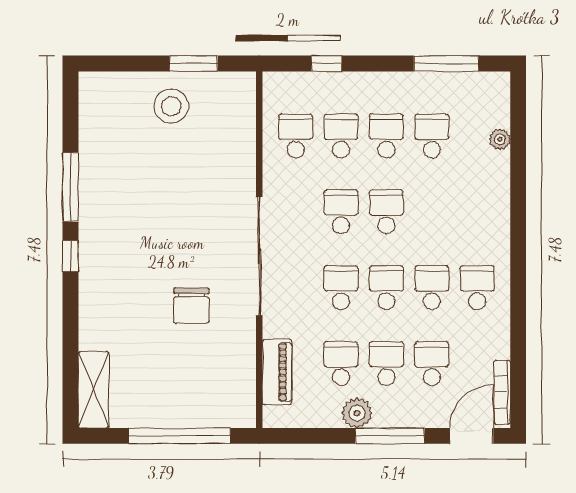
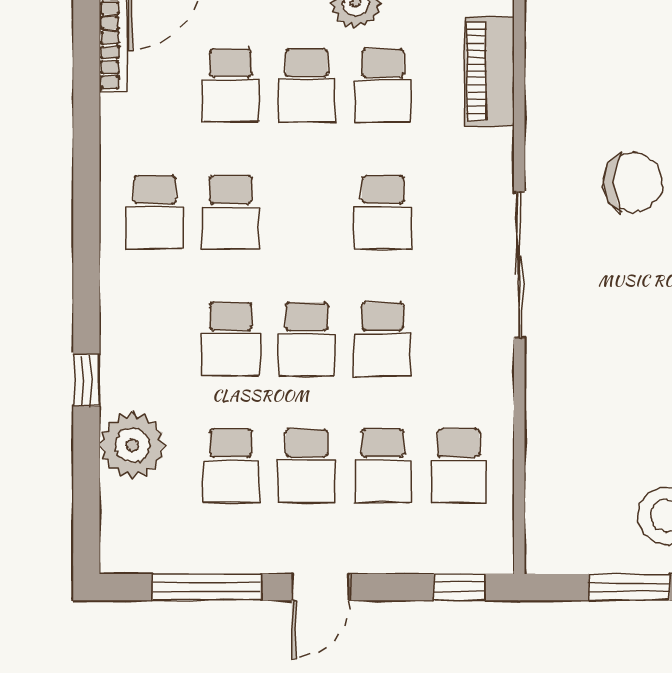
window: (327, 63) -> (460, 587), moved
door: (378, 63) -> (321, 587), added
plant: (500, 139) -> (132, 445), width x1.88, depth x1.88
window: (518, 187) -> (86, 380), added
sliding door: (259, 256) -> (519, 265), width x0.73
school desk: (386, 288) -> (231, 339), moved
chair: (191, 306) -> (633, 182), turned 90

